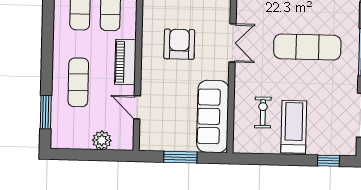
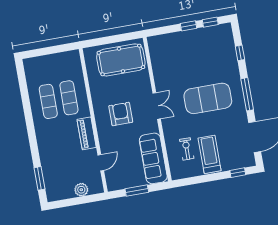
exercise mat: (307, 47) -> (208, 98), width x1.47
exercise mat: (78, 82) -> (57, 154), removed
door: (137, 107) -> (101, 163), swing flipped

